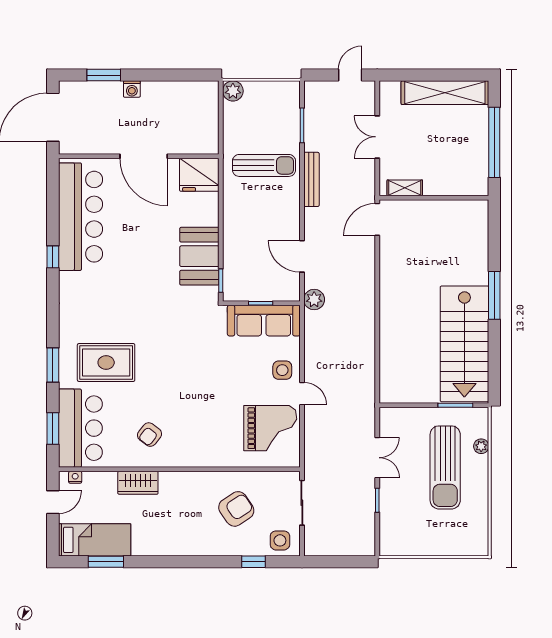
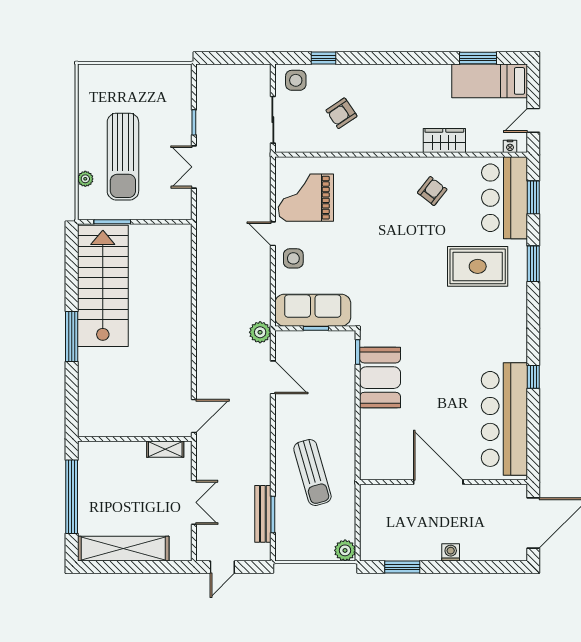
window: (104, 75) -> (402, 567), moved
sun lounger: (264, 165) -> (312, 473), turned -106
fridge: (199, 175) -> (380, 463), removed
bench: (311, 179) -> (263, 514), moved
sun lounger: (445, 467) -> (123, 157), turned 180
armchair: (236, 509) -> (341, 113), width x0.72, depth x0.72

